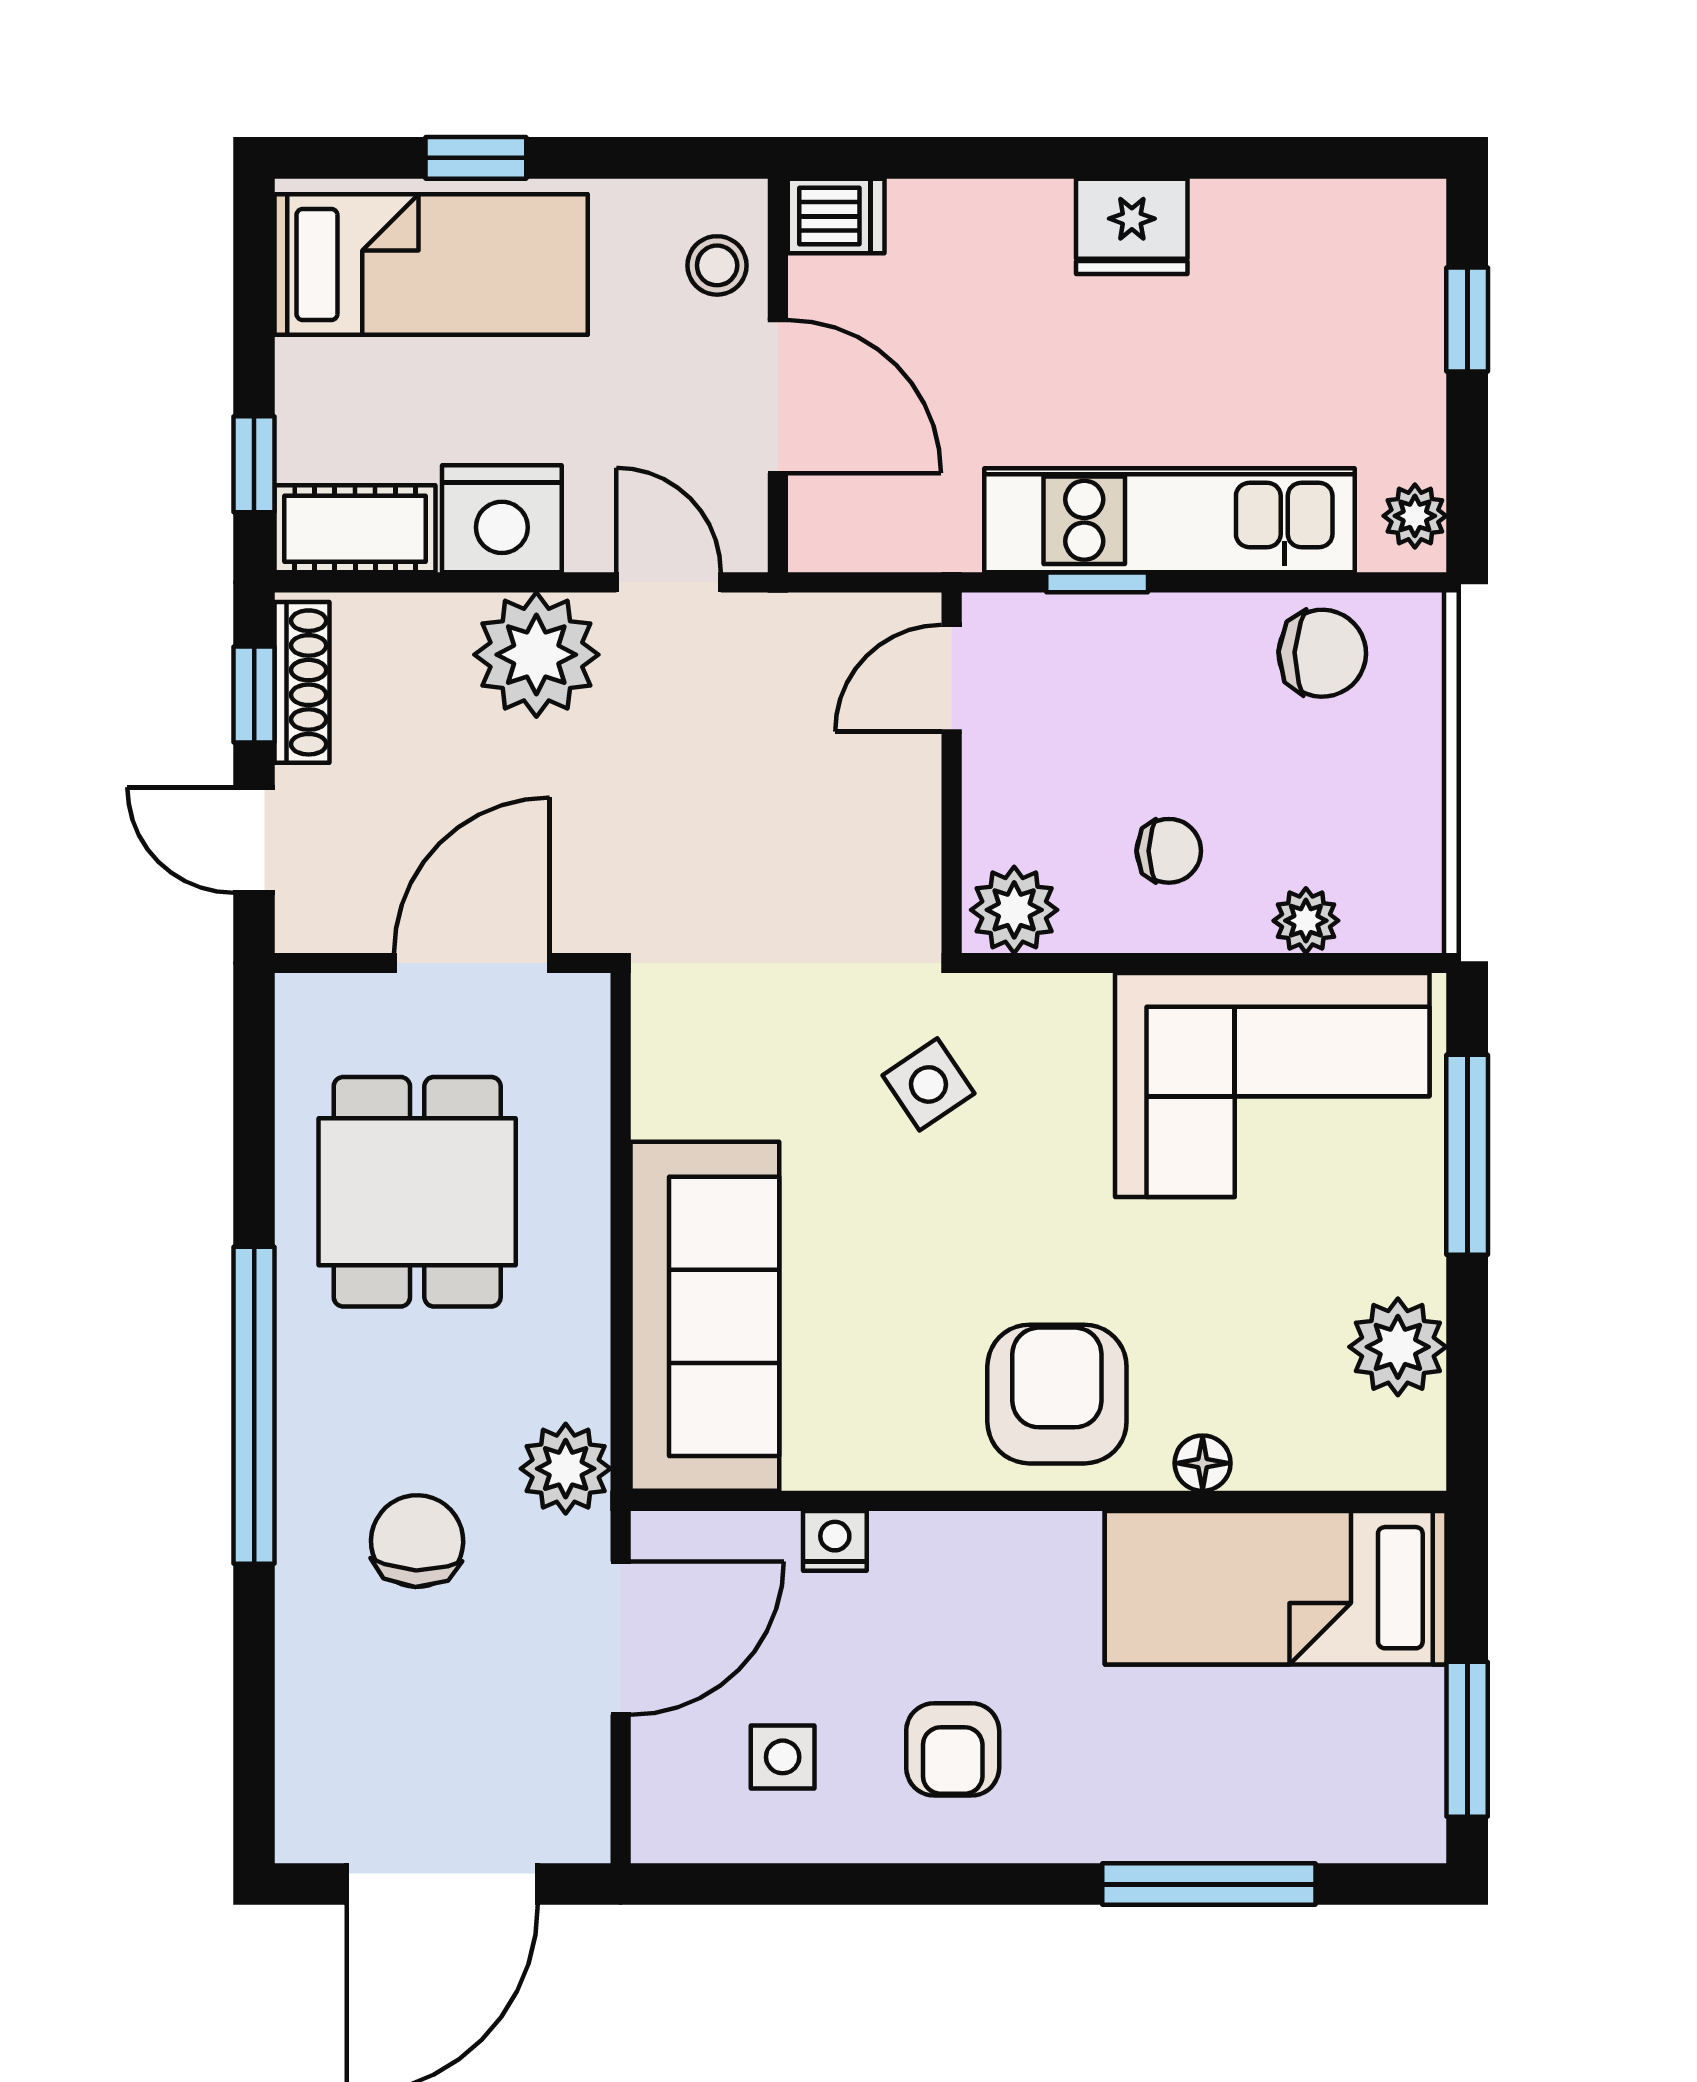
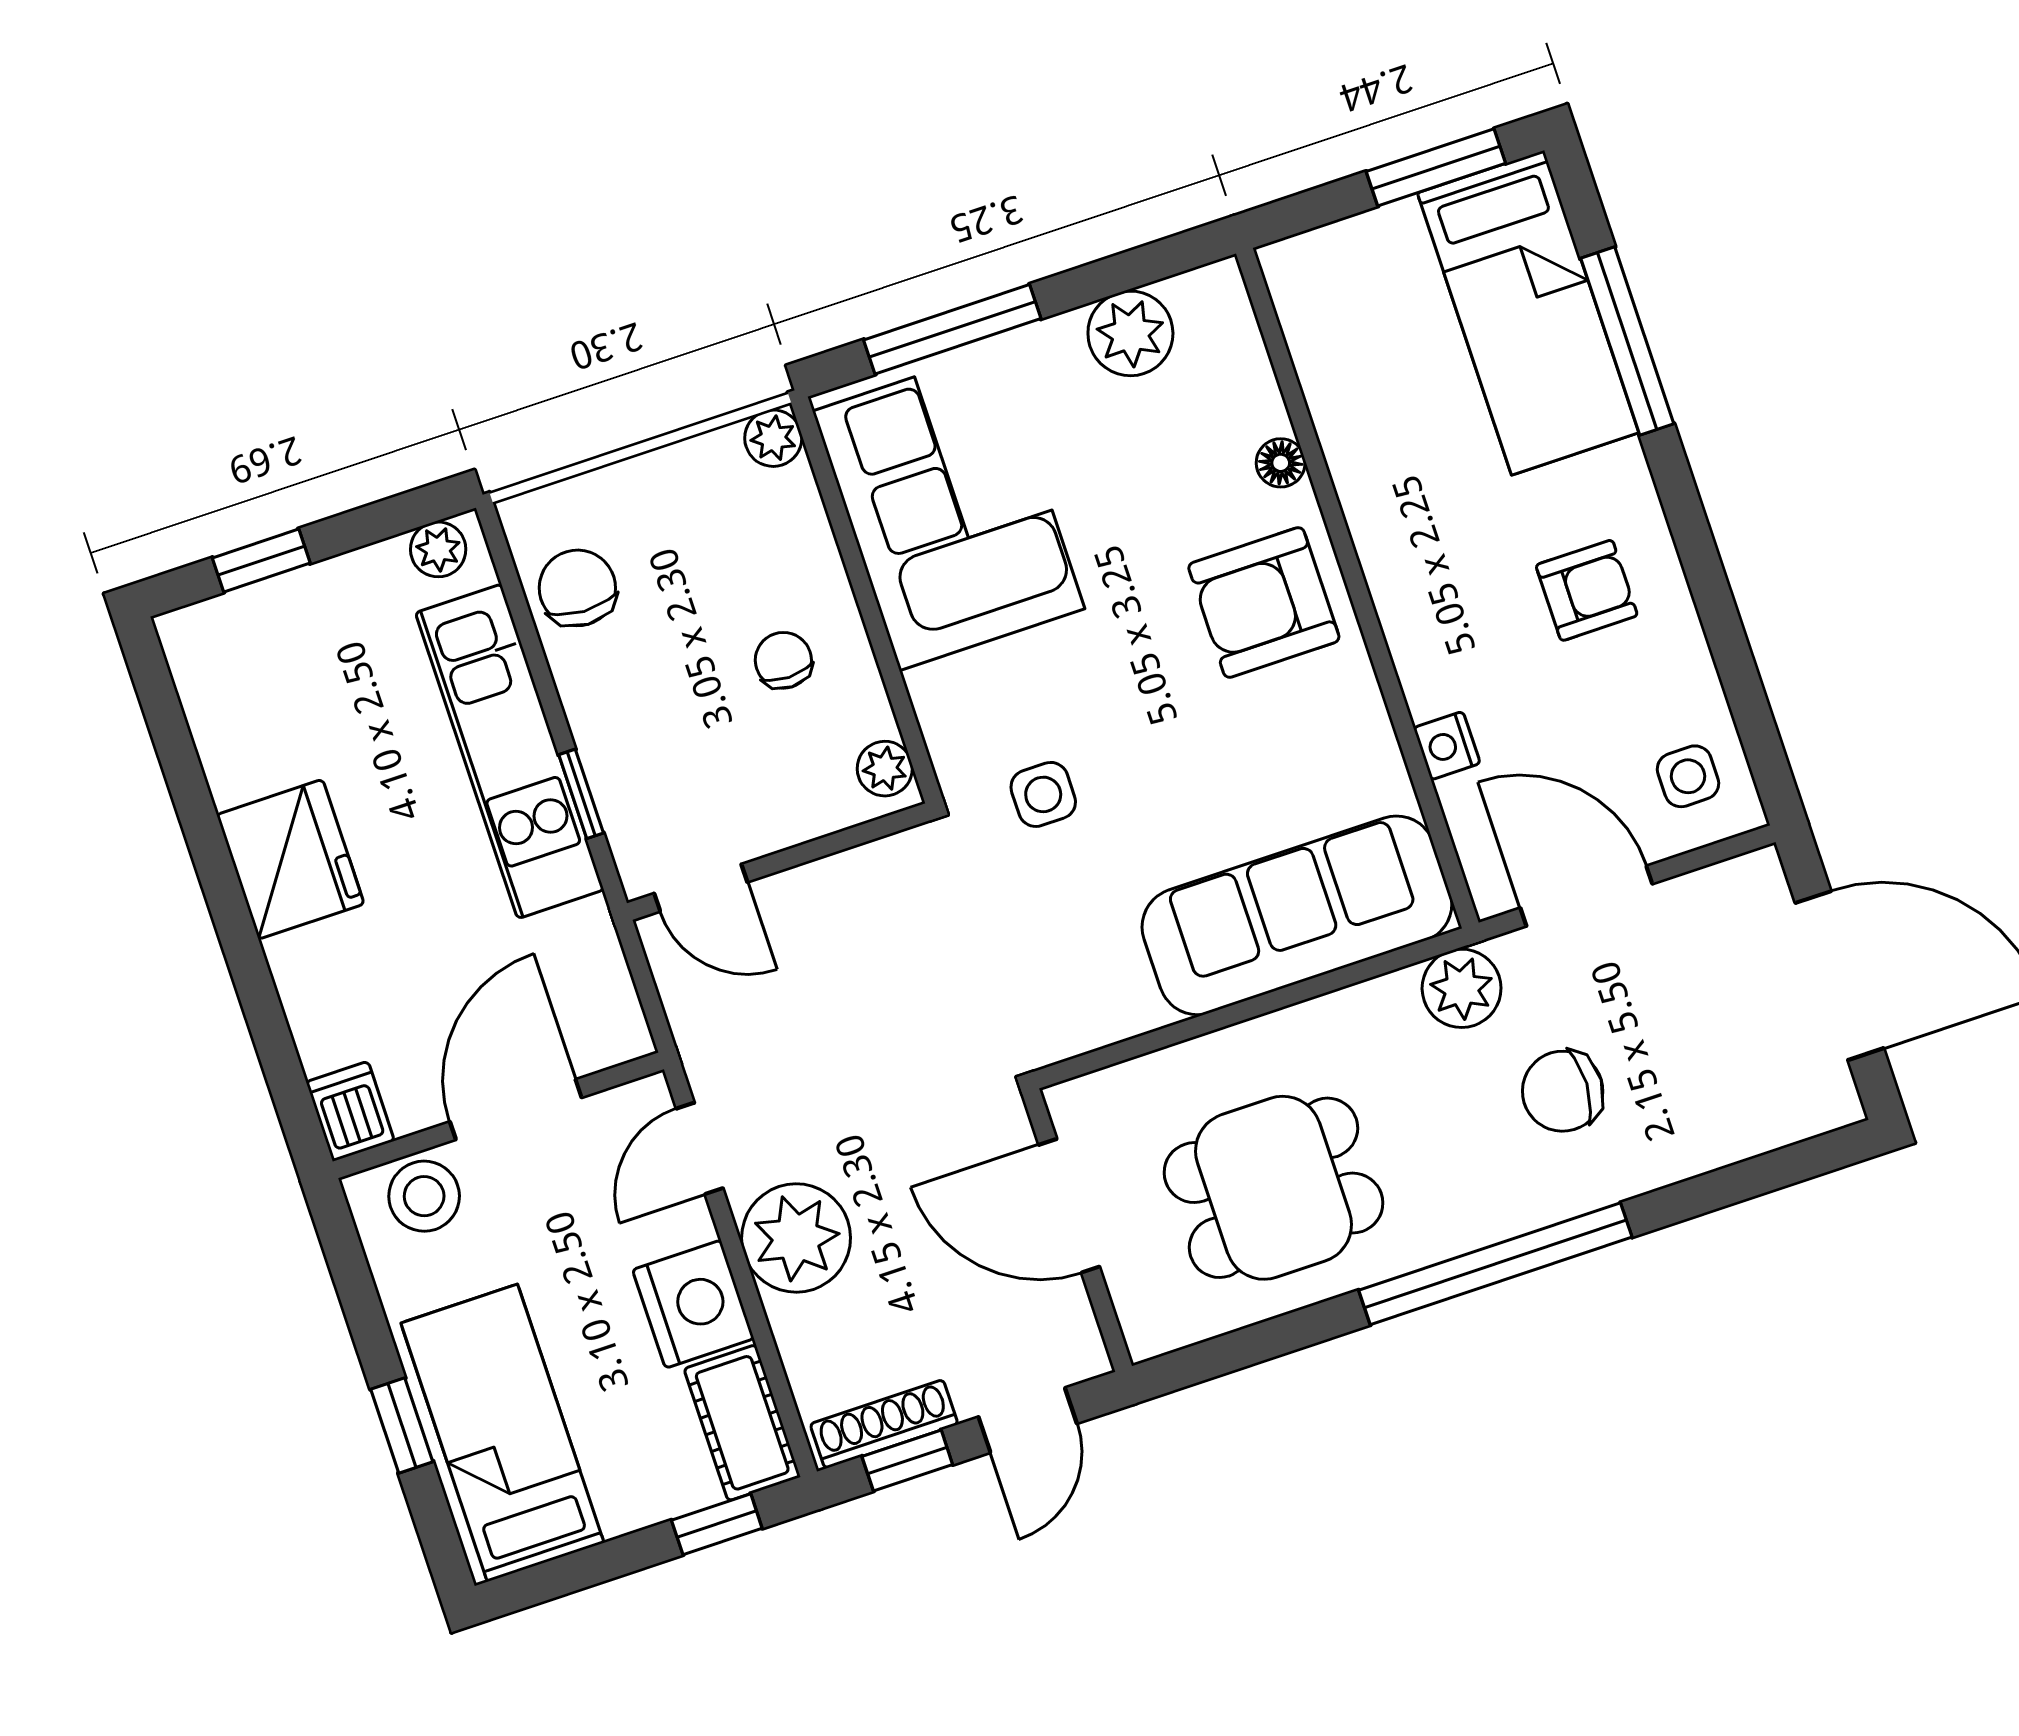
fridge: (1132, 226) -> (290, 859), width x1.36, depth x1.34
stool: (717, 265) -> (424, 1196), width x1.37, depth x1.37
plant: (1014, 910) -> (885, 769), width x0.73, depth x0.73
plant: (1306, 921) -> (773, 438), moved
side table: (928, 1084) -> (1043, 794), turned 34
bed: (1276, 1588) -> (1528, 313), moved
side table: (783, 1757) -> (1688, 776), moved

